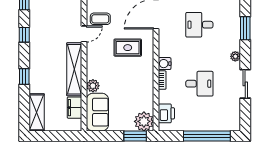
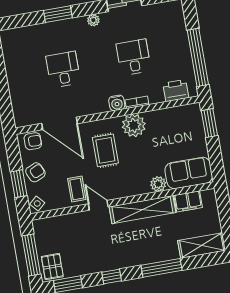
desk: (199, 25) -> (63, 70), turned 180
window: (24, 77) -> (162, 268), width x2.17
plant: (144, 121) -> (134, 125), moved
window: (207, 136) -> (198, 57), moved

